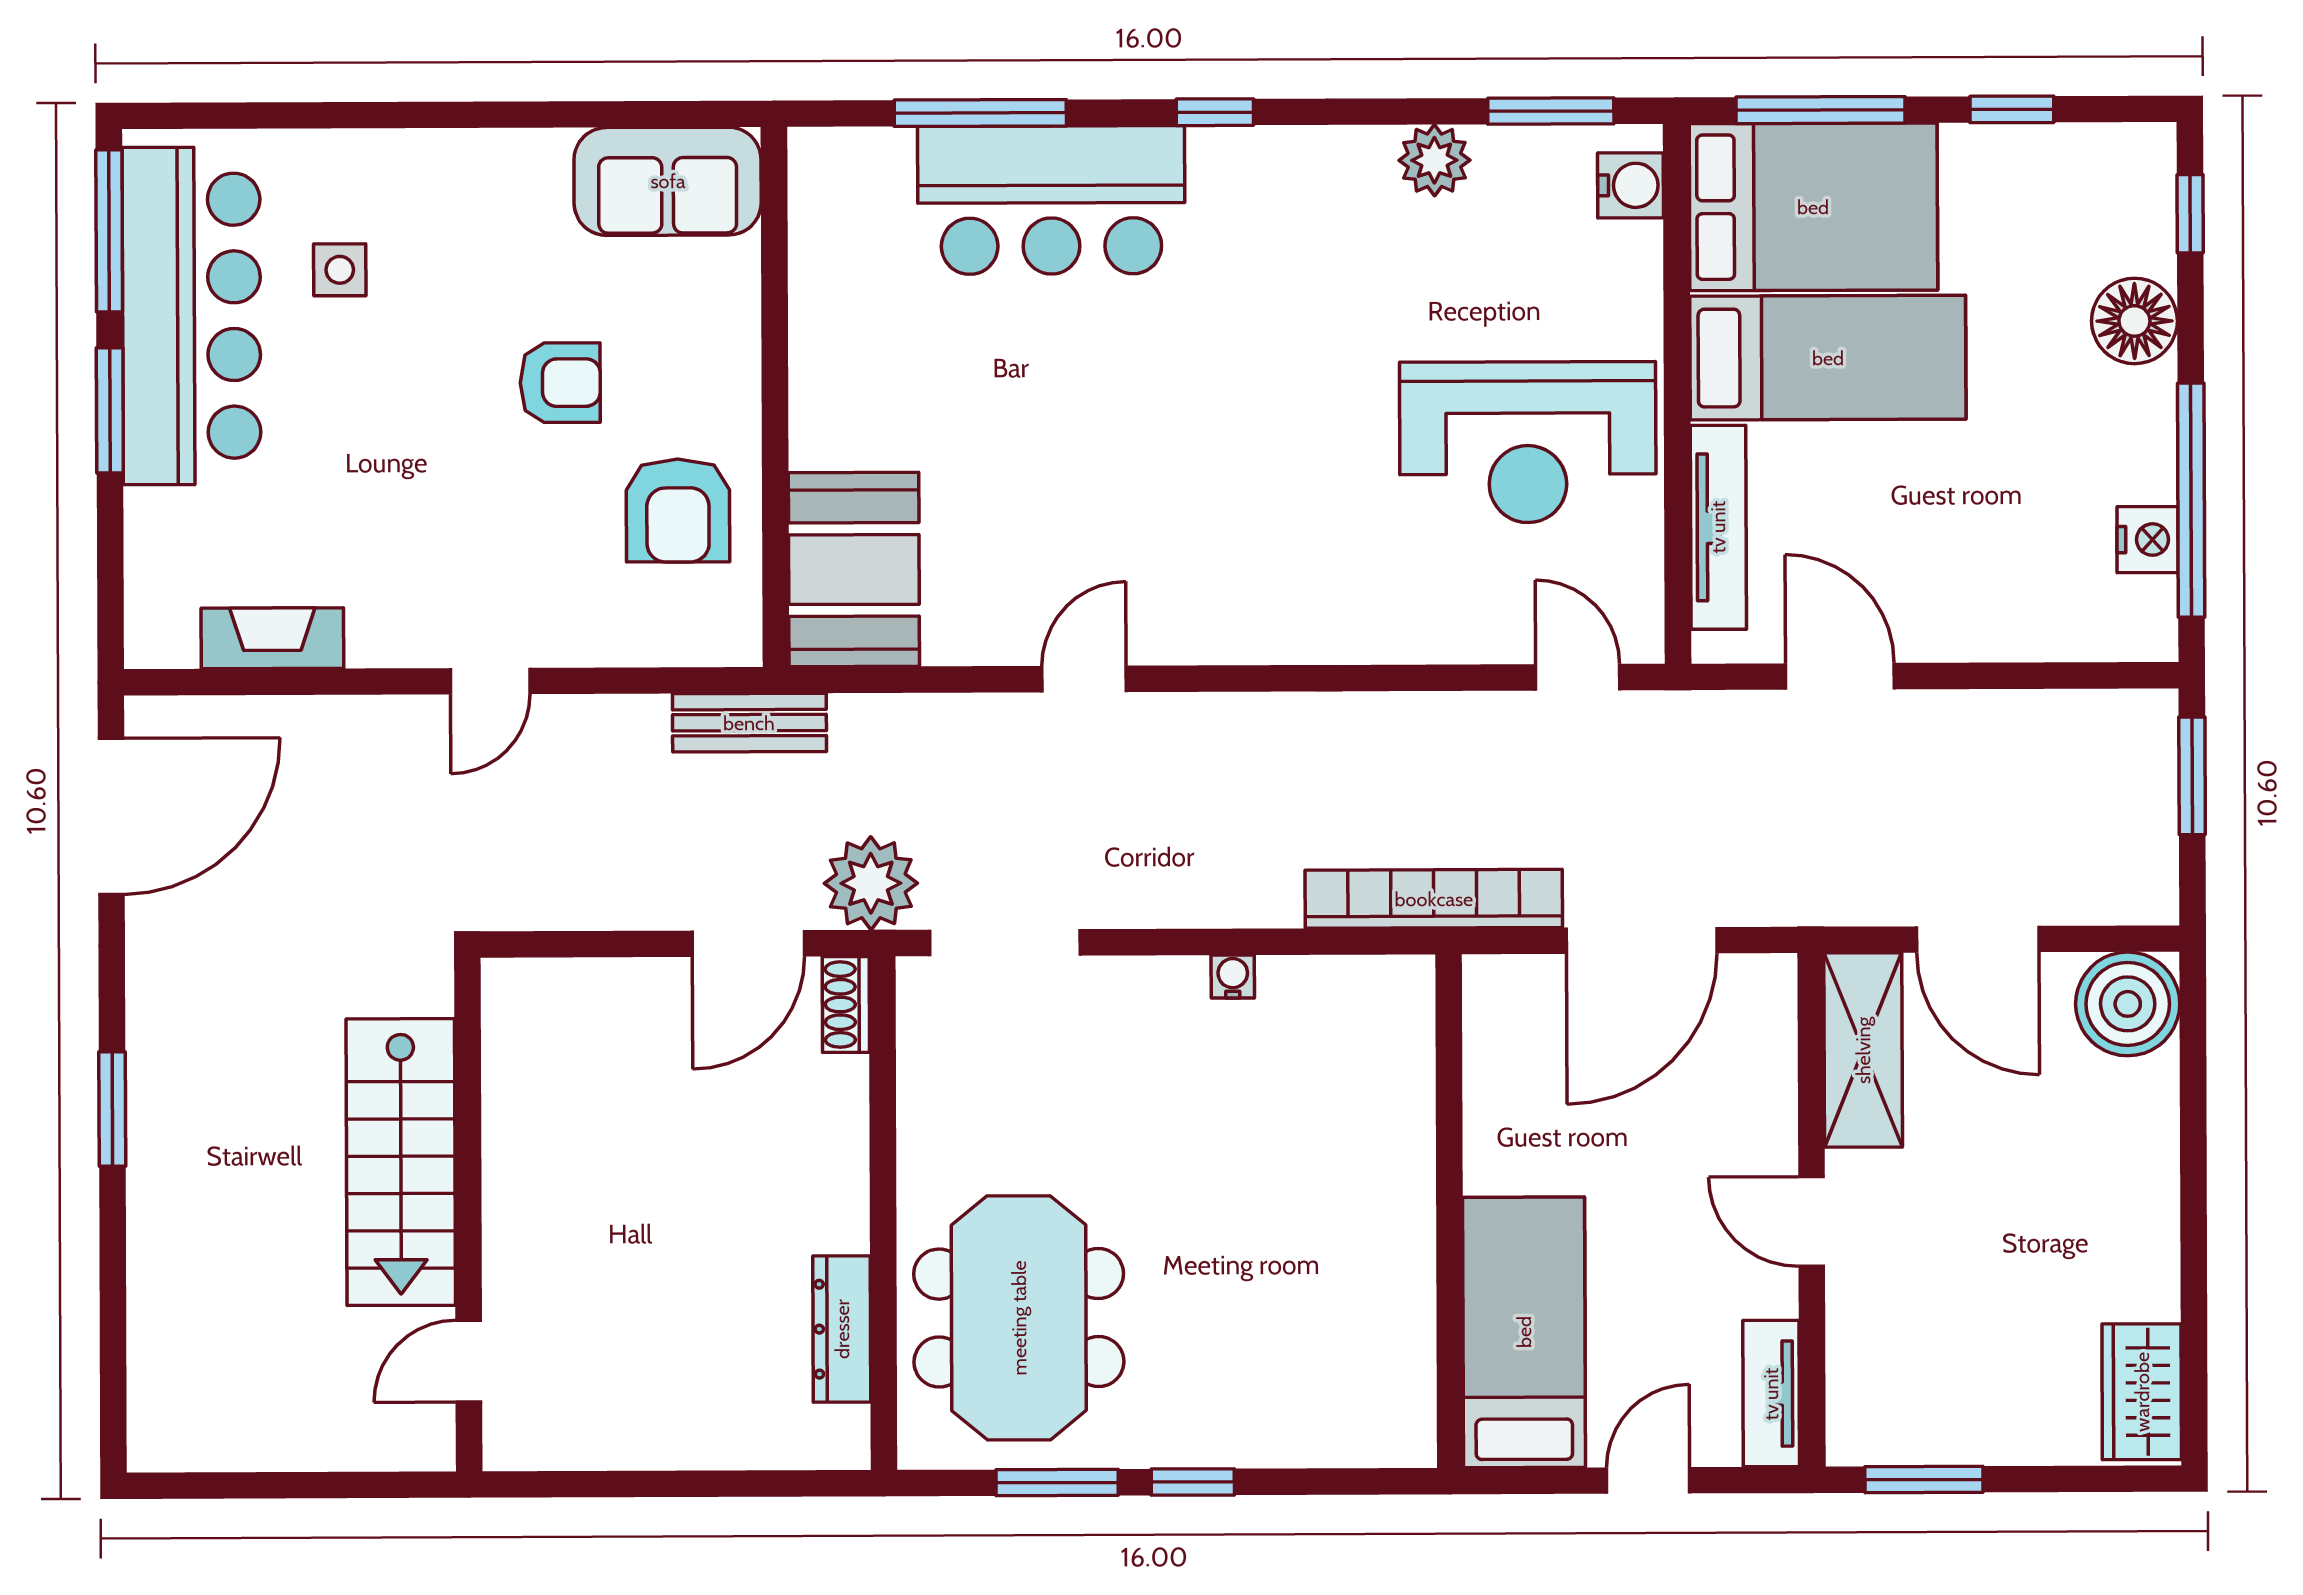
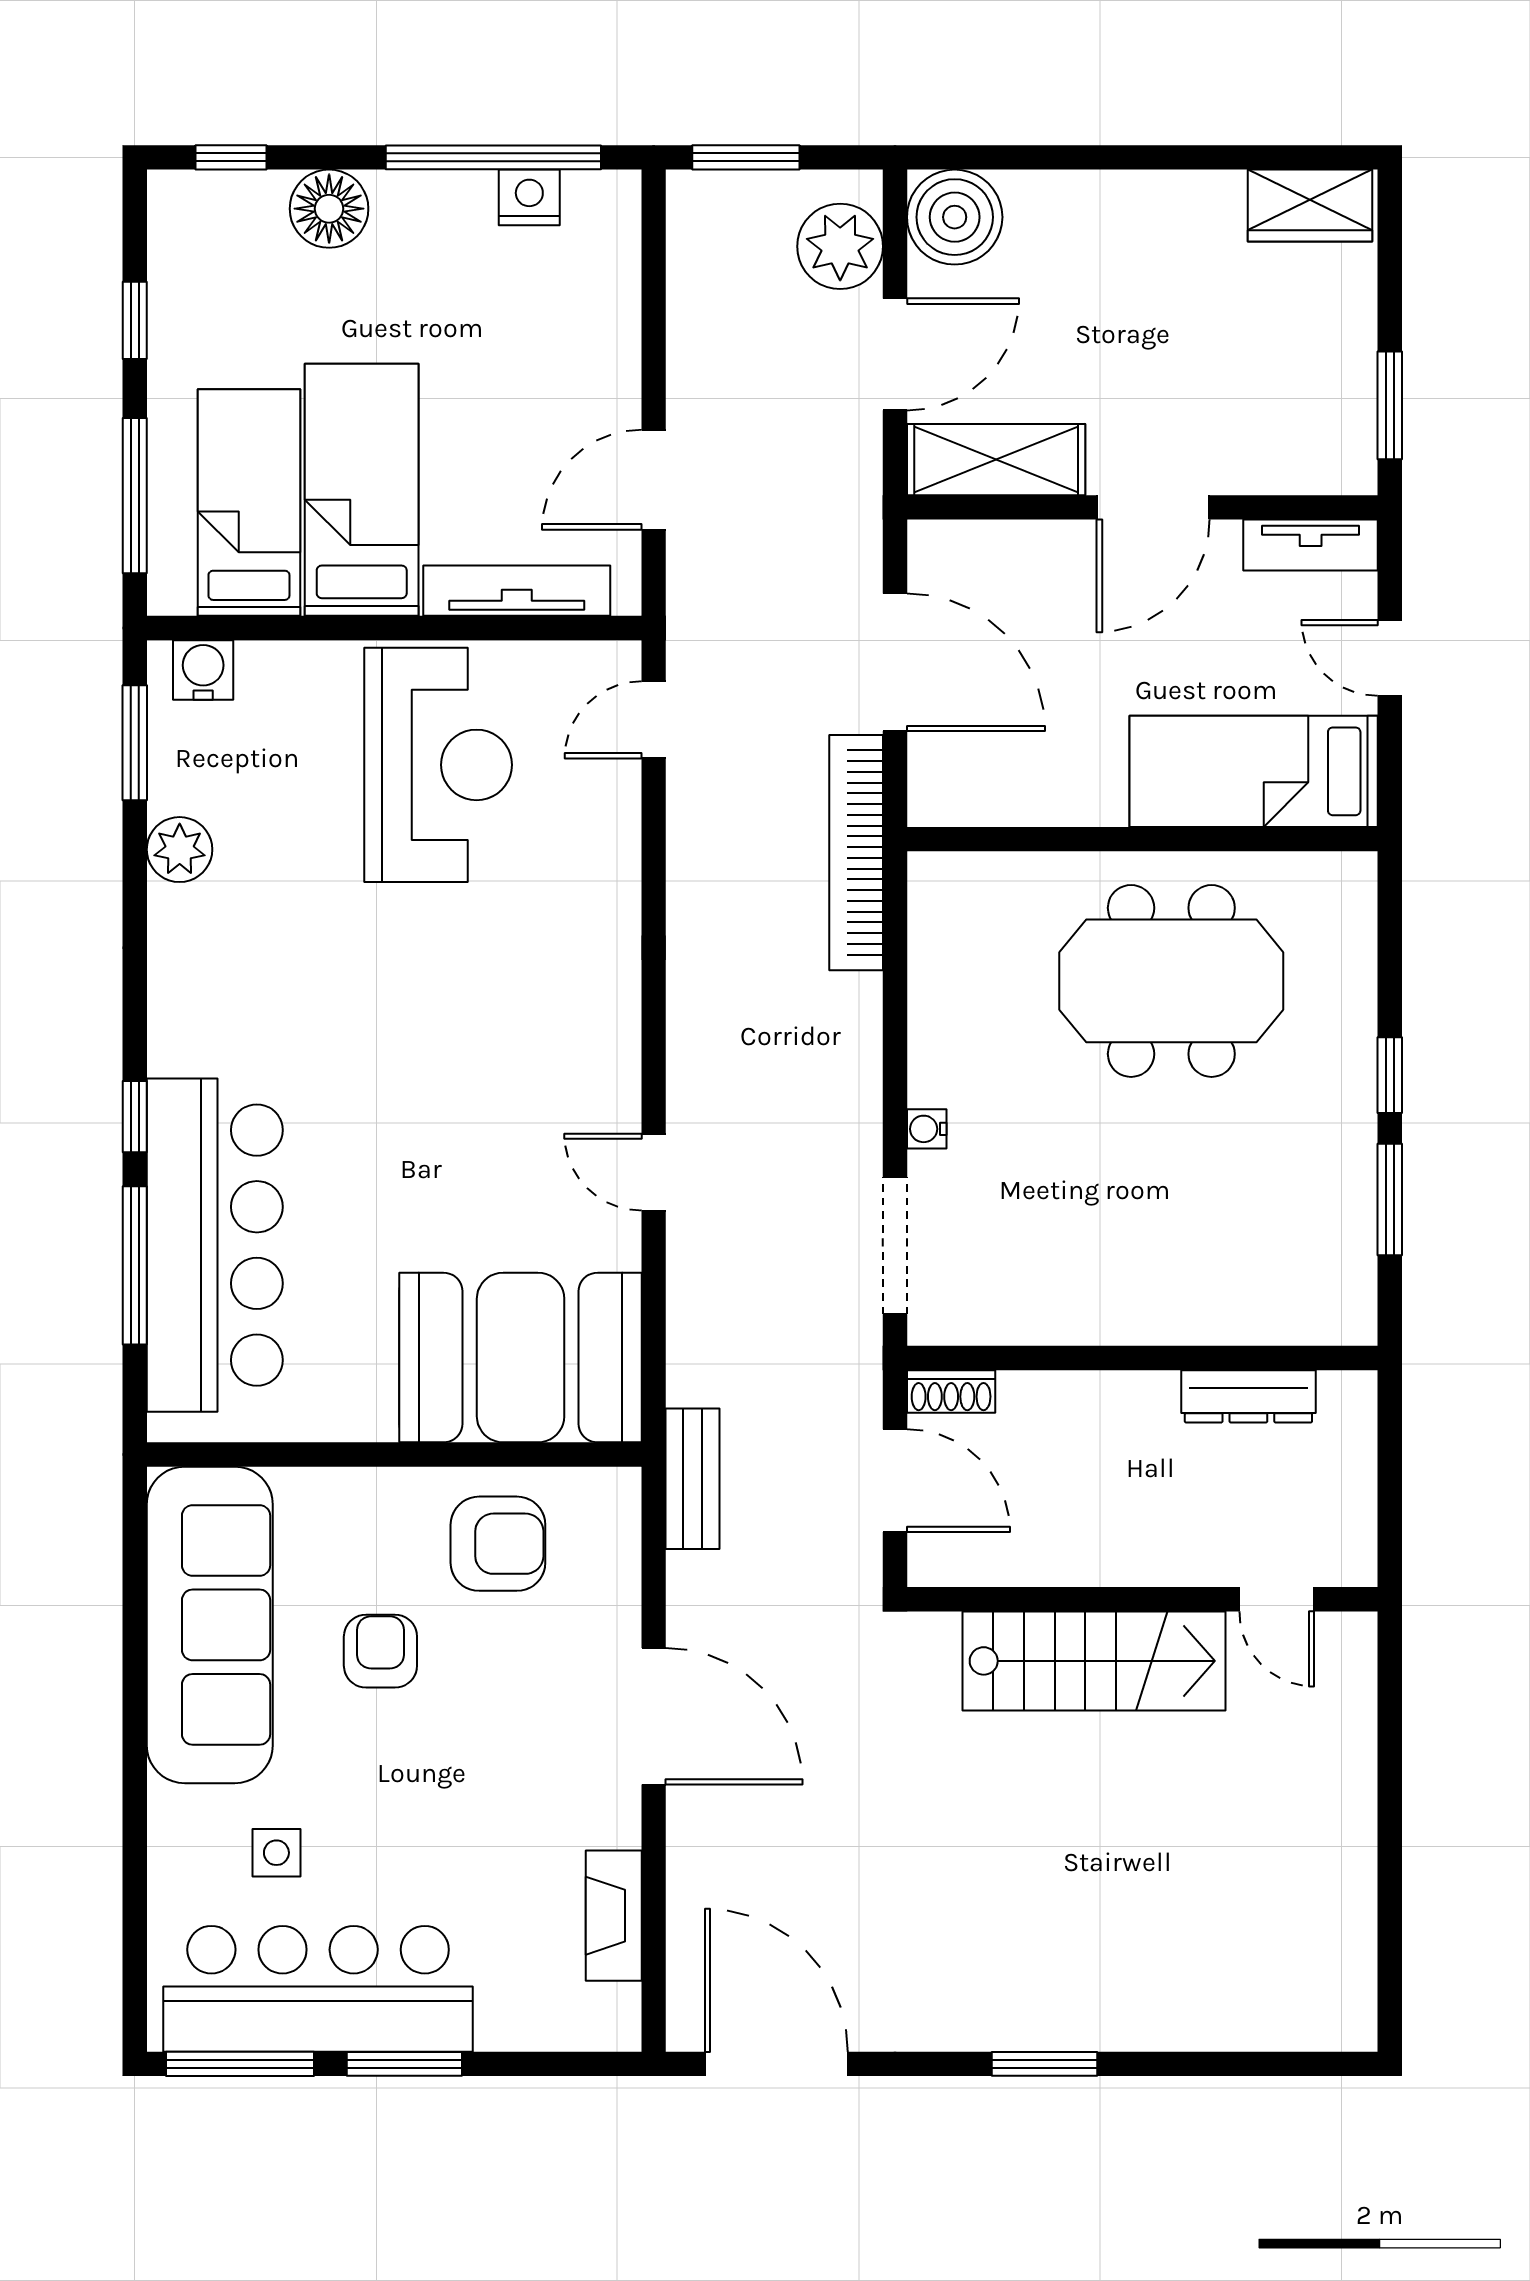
window: (1215, 112) -> (135, 1117), moved
sofa: (668, 181) -> (210, 1625), width x1.85, depth x1.27
bar counter: (1051, 200) -> (215, 1245), width x1.36
bed: (1813, 207) -> (249, 502), width x0.67
booth: (854, 570) -> (521, 1358), width x1.36, depth x1.42
door: (490, 681) -> (654, 1716), width x1.88
plant: (871, 883) -> (840, 246), moved
water cooler: (1233, 977) -> (927, 1129), moved
stairs: (401, 1162) -> (1094, 1661), moved
wall: (468, 1215) -> (1142, 1599), moved
door: (1812, 1222) -> (1153, 507), width x1.38
meeting table: (1019, 1318) -> (1171, 981), moved
door: (469, 1361) -> (1277, 1599), moved

